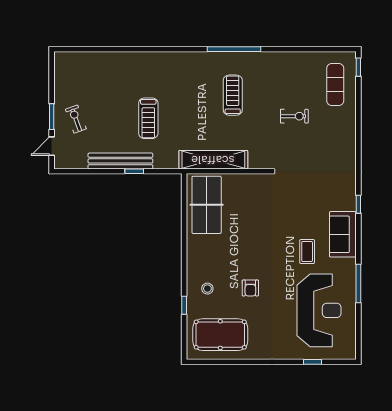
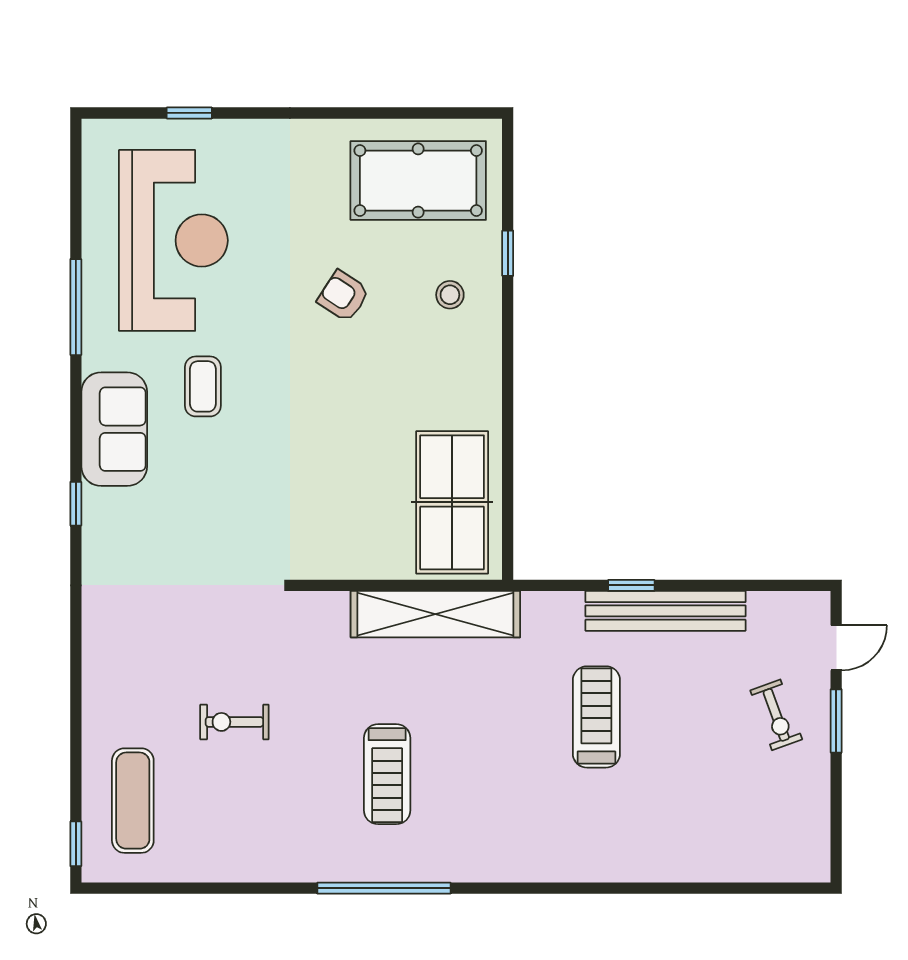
armchair: (250, 288) -> (343, 296), turned -57
reception desk: (319, 310) -> (173, 240), turned 180

